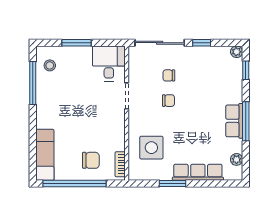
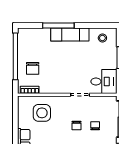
window: (33, 83) -> (58, 25), moved
exam couch: (45, 155) -> (70, 34), moved
window: (173, 184) -> (15, 128), removed

